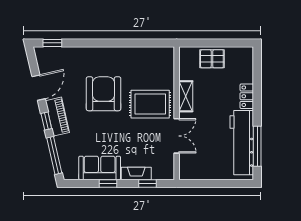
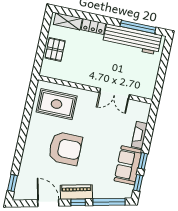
armchair: (104, 94) -> (65, 149), turned 180
shelving: (186, 96) -> (68, 21), moved
rug: (150, 104) -> (57, 104), moved, turned 90
double door: (177, 136) -> (114, 94), swing flipped
window: (147, 184) -> (138, 183), moved

